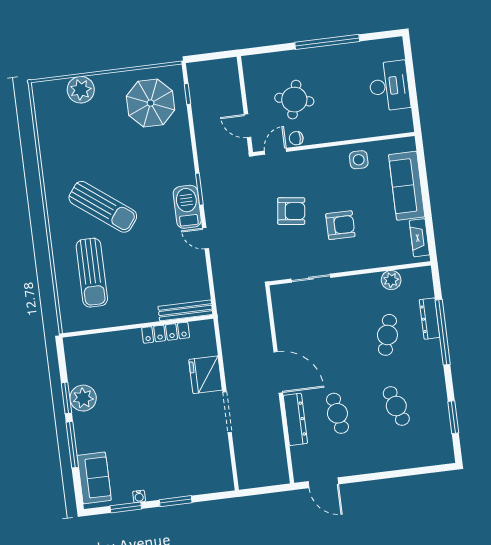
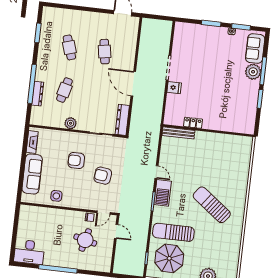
desk: (389, 86) -> (29, 252), moved, turned -90
sun lounger: (92, 273) -> (173, 232), moved, turned -90
plant: (391, 280) -> (71, 123), moved
locker: (166, 333) -> (193, 123), width x0.66
fridge: (206, 375) -> (174, 88), width x0.53, depth x0.75
plant: (83, 398) -> (253, 72), moved
dresser: (295, 419) -> (122, 120), moved

